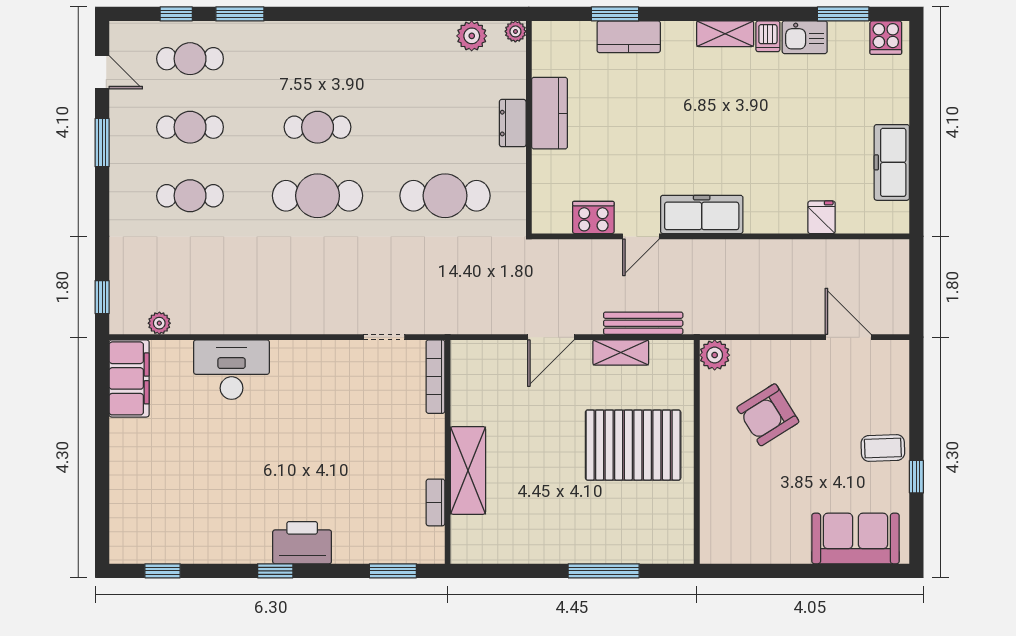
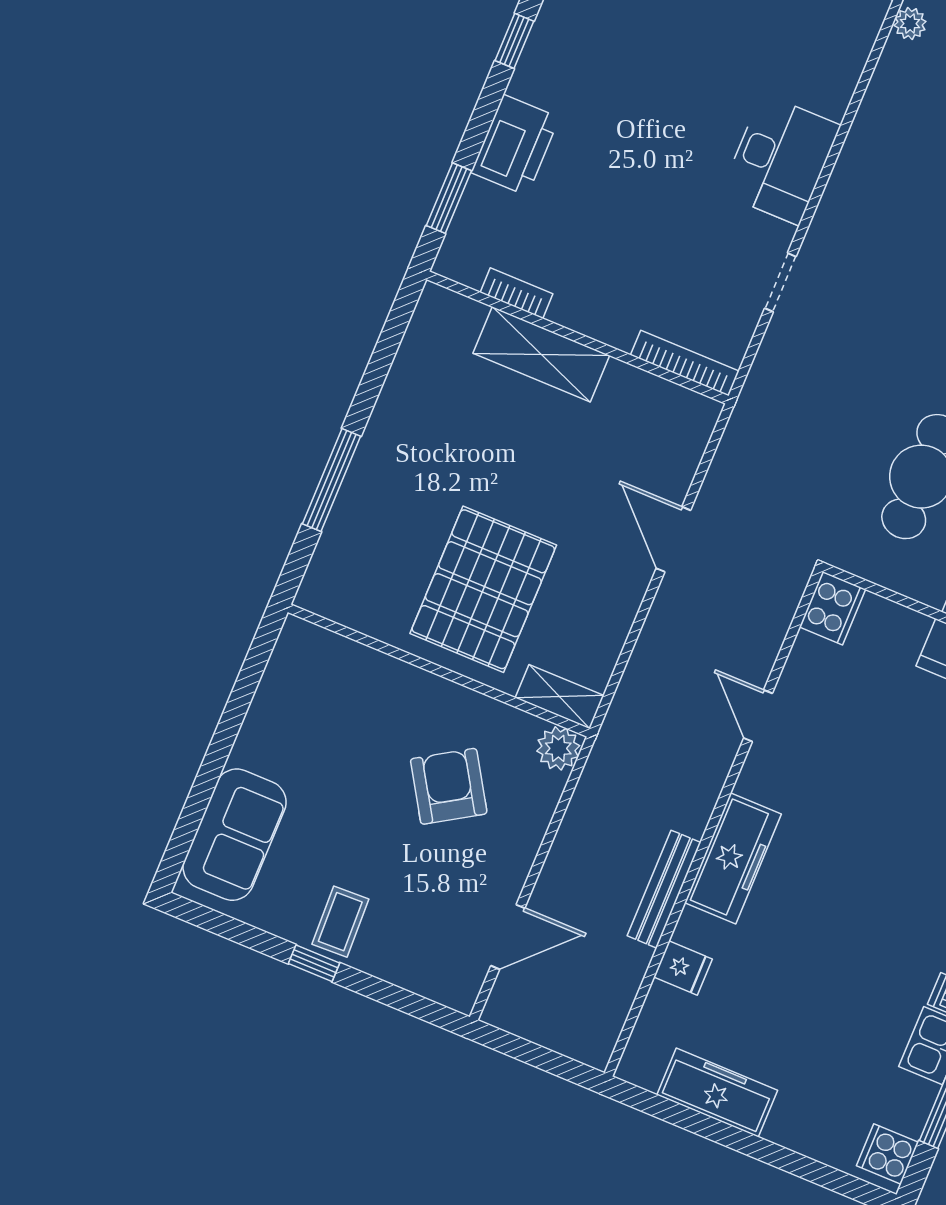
freezer: (702, 214) -> (733, 858), moved
cooker: (593, 217) -> (832, 608), moved
bench: (643, 323) -> (664, 889), moved
doorway: (384, 337) -> (780, 282), moved
shelving: (621, 352) -> (560, 697), moved, turned 90
desk: (232, 370) -> (781, 159), moved
window: (916, 477) -> (314, 963), moved
printer: (302, 543) -> (515, 145), moved

